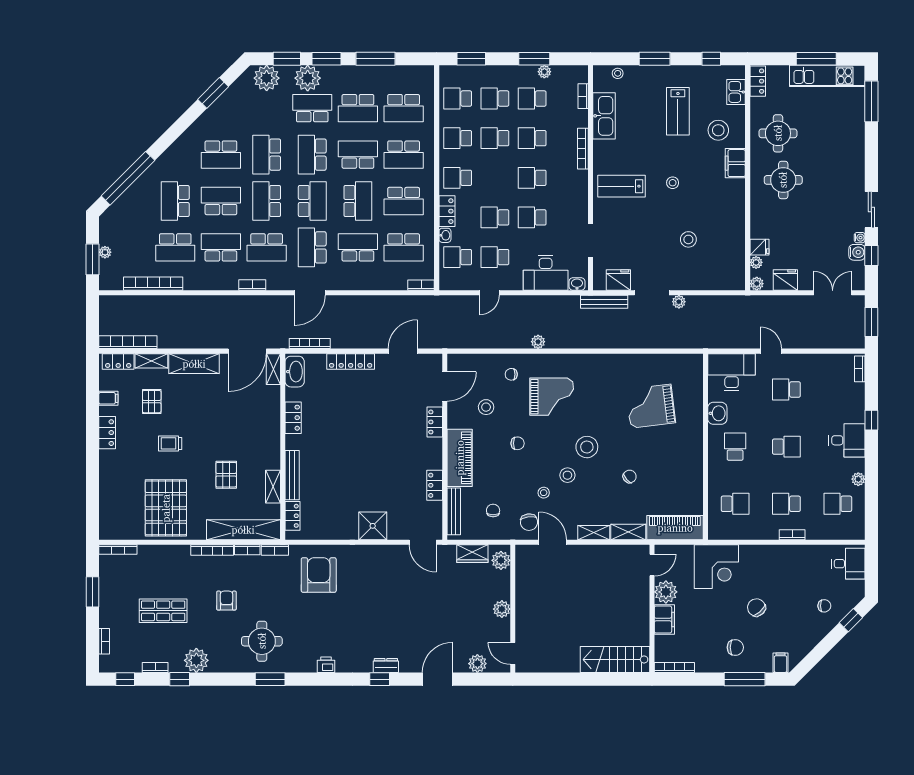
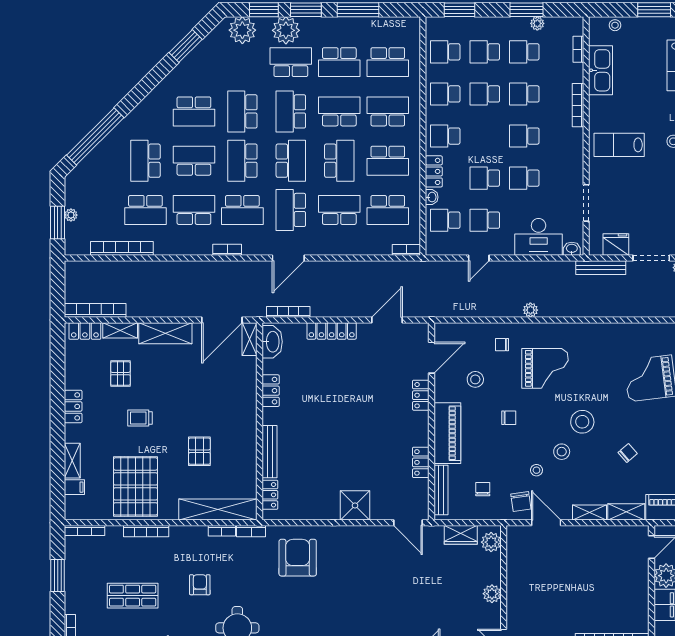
school desk: (404, 155) -> (388, 111), turned 180
filing cabinet: (108, 398) -> (74, 487), moved
shelving: (273, 487) -> (72, 461), moved
bookcase: (212, 550) -> (146, 531), moved

